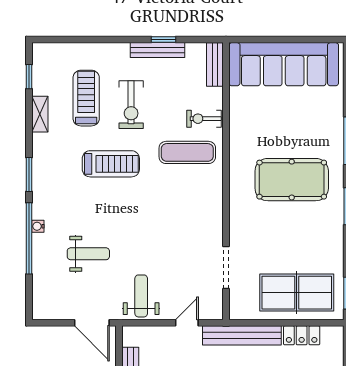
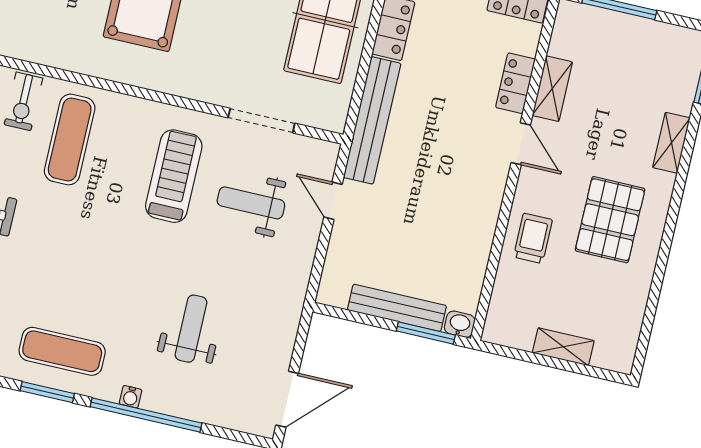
treadmill: (111, 164) -> (174, 176), moved
exercise mat: (56, 178) -> (62, 351), added
weight bench: (141, 296) -> (251, 203), moved
door: (92, 323) -> (287, 399), moved

